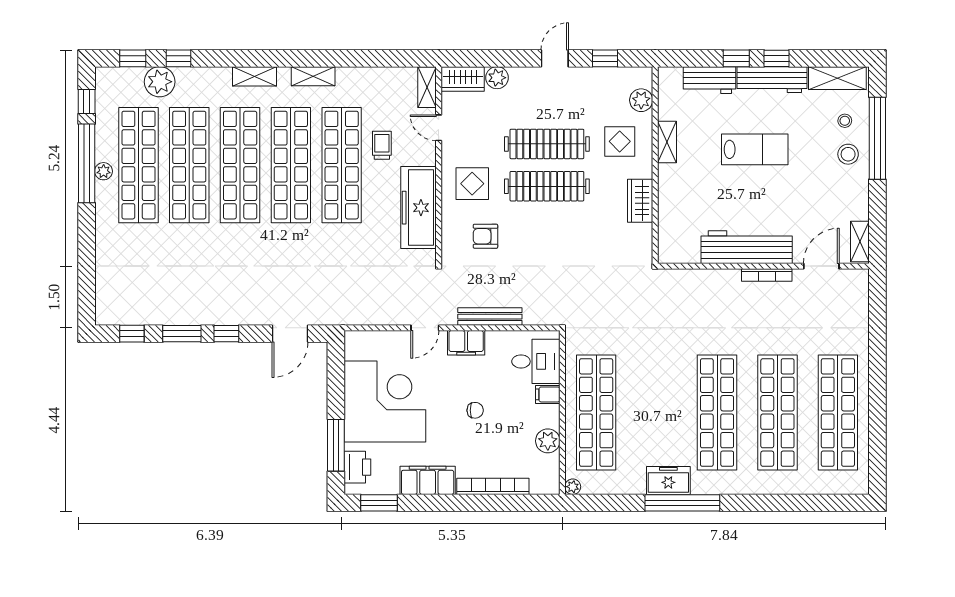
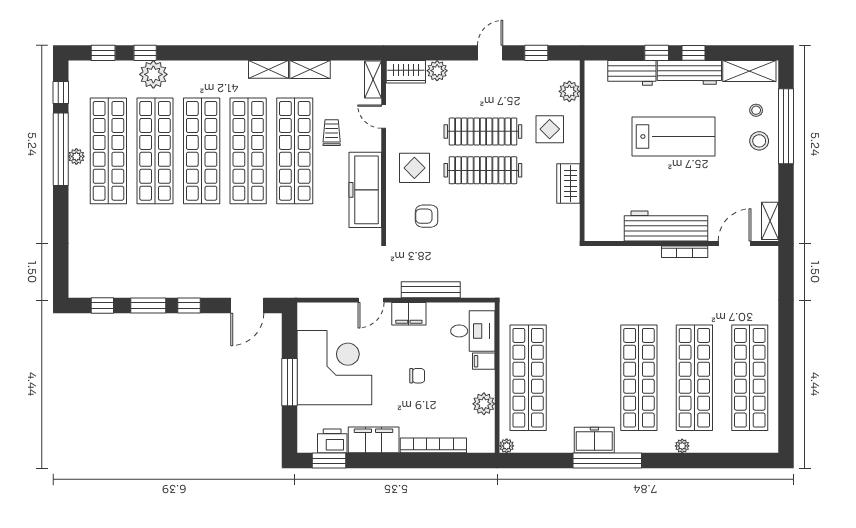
shelving: (254, 76) -> (310, 70), moved
plant: (160, 82) -> (153, 74), moved
shelving: (667, 142) -> (593, 130), removed
lab bench: (755, 149) -> (673, 136), width x1.36, depth x1.39
window: (336, 445) -> (290, 382), moved
printer: (357, 467) -> (332, 441), moved, turned -90
plant: (764, 487) -> (682, 446), added

